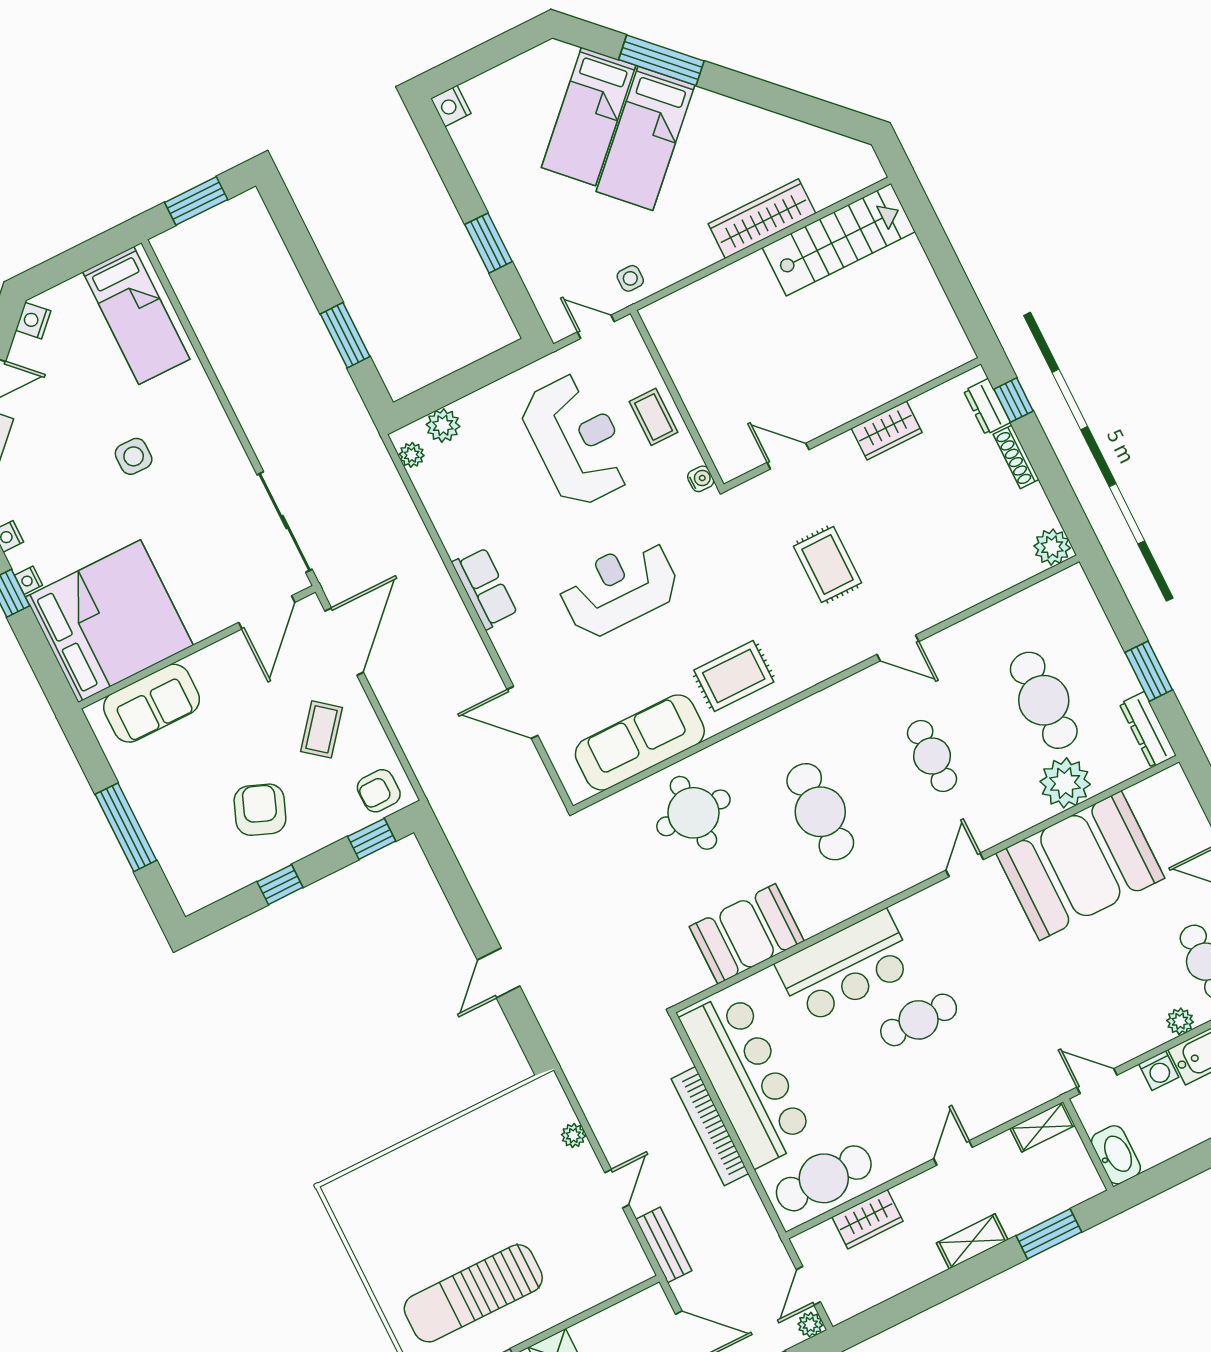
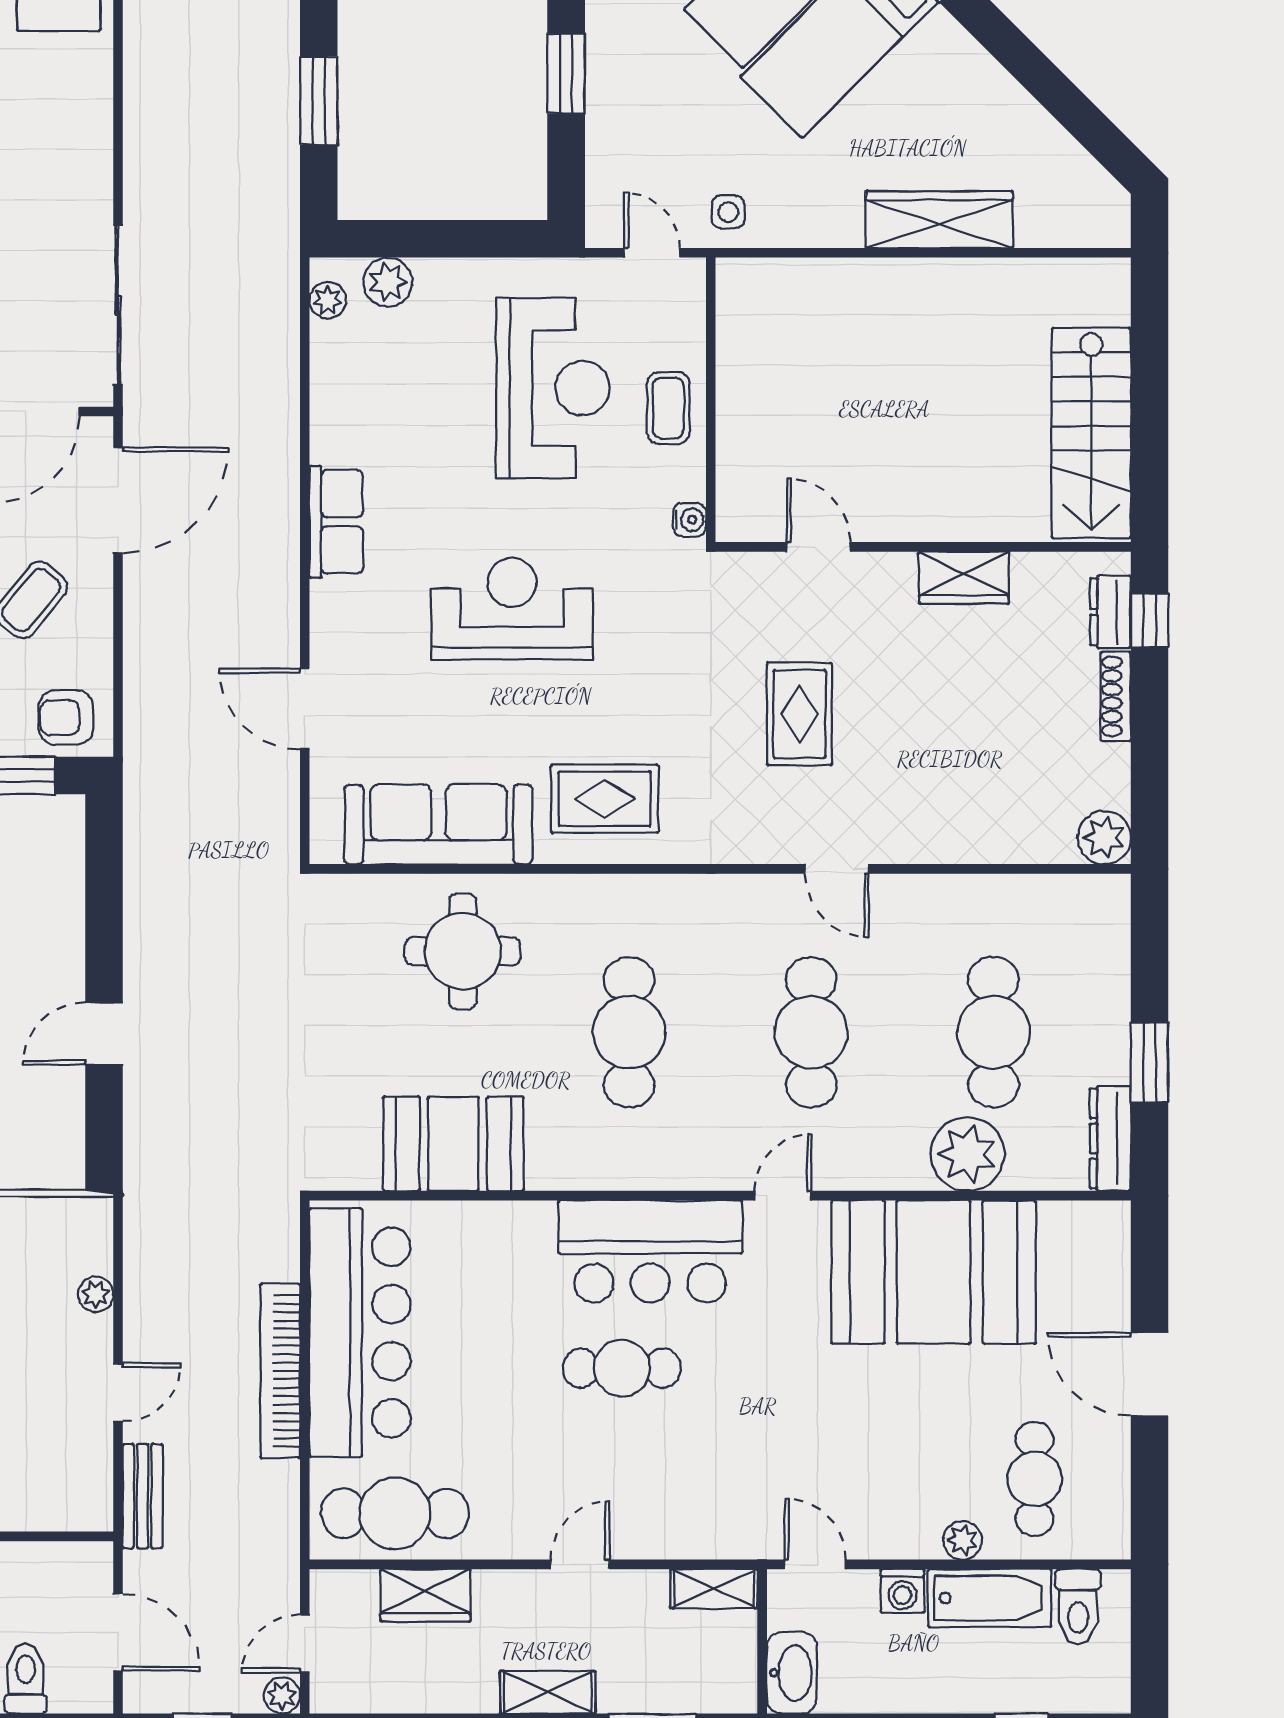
stairs: (839, 240) -> (1091, 433), moved, turned 90
cafe table: (932, 756) -> (811, 1032), width x1.37, depth x1.35
bar counter: (846, 967) -> (650, 1251), moved

